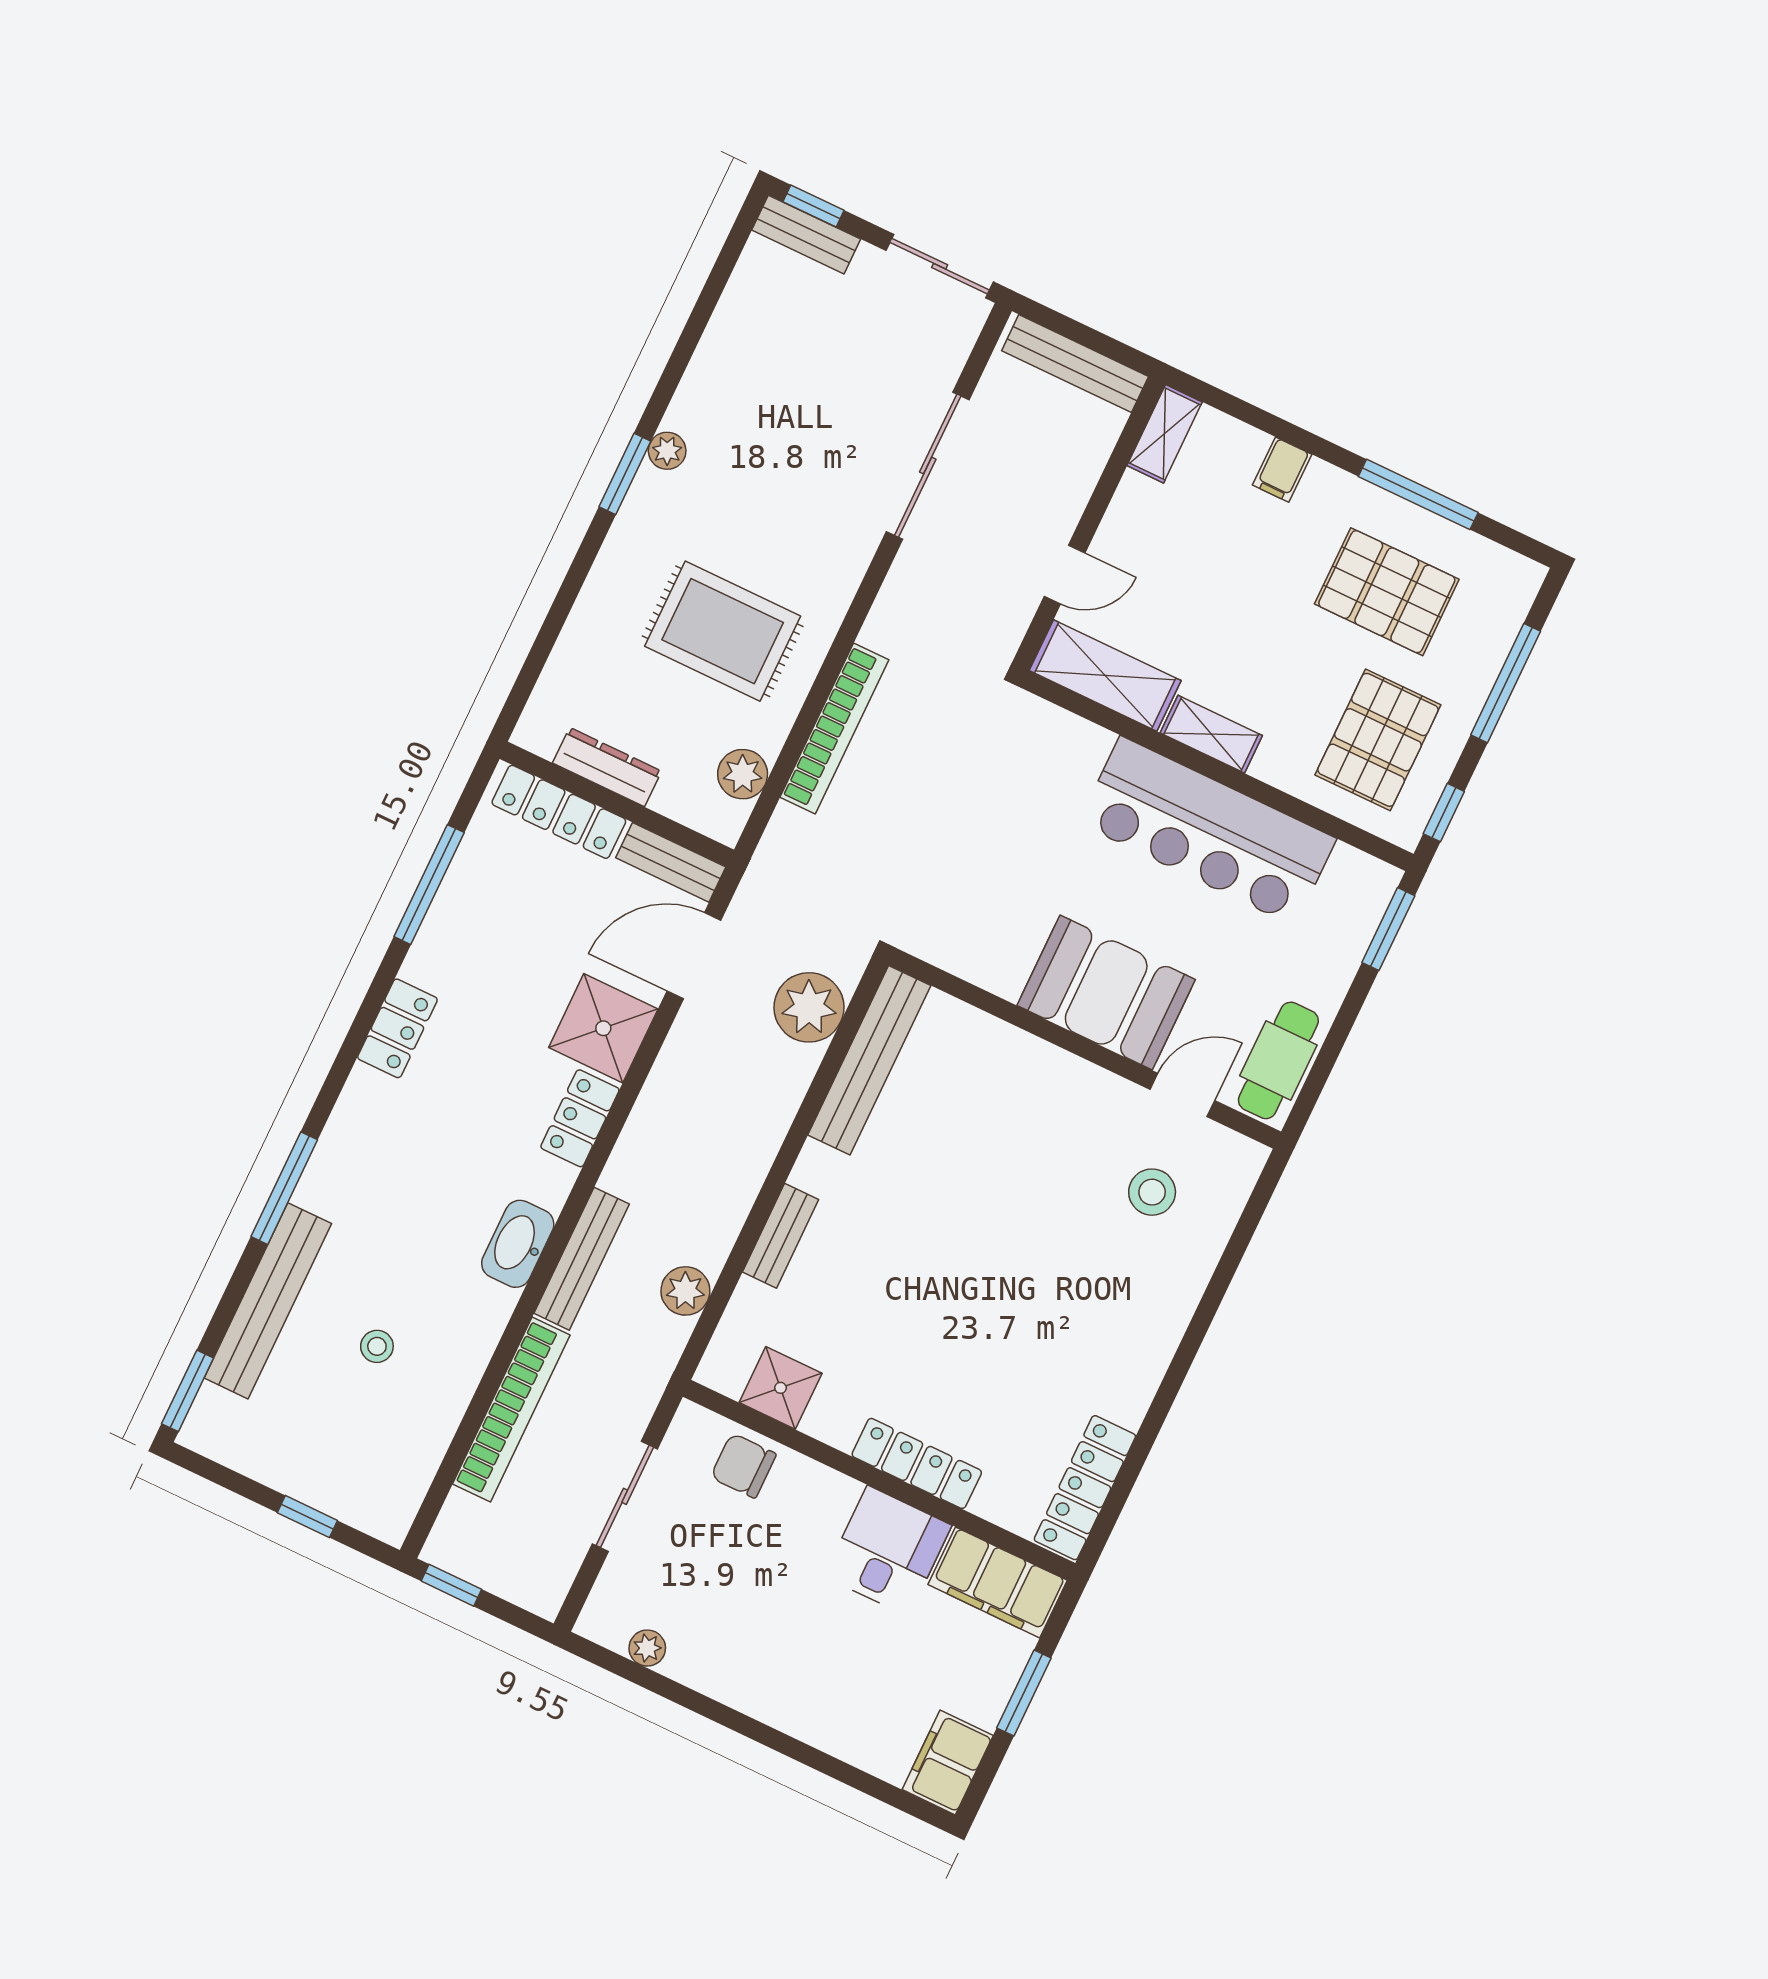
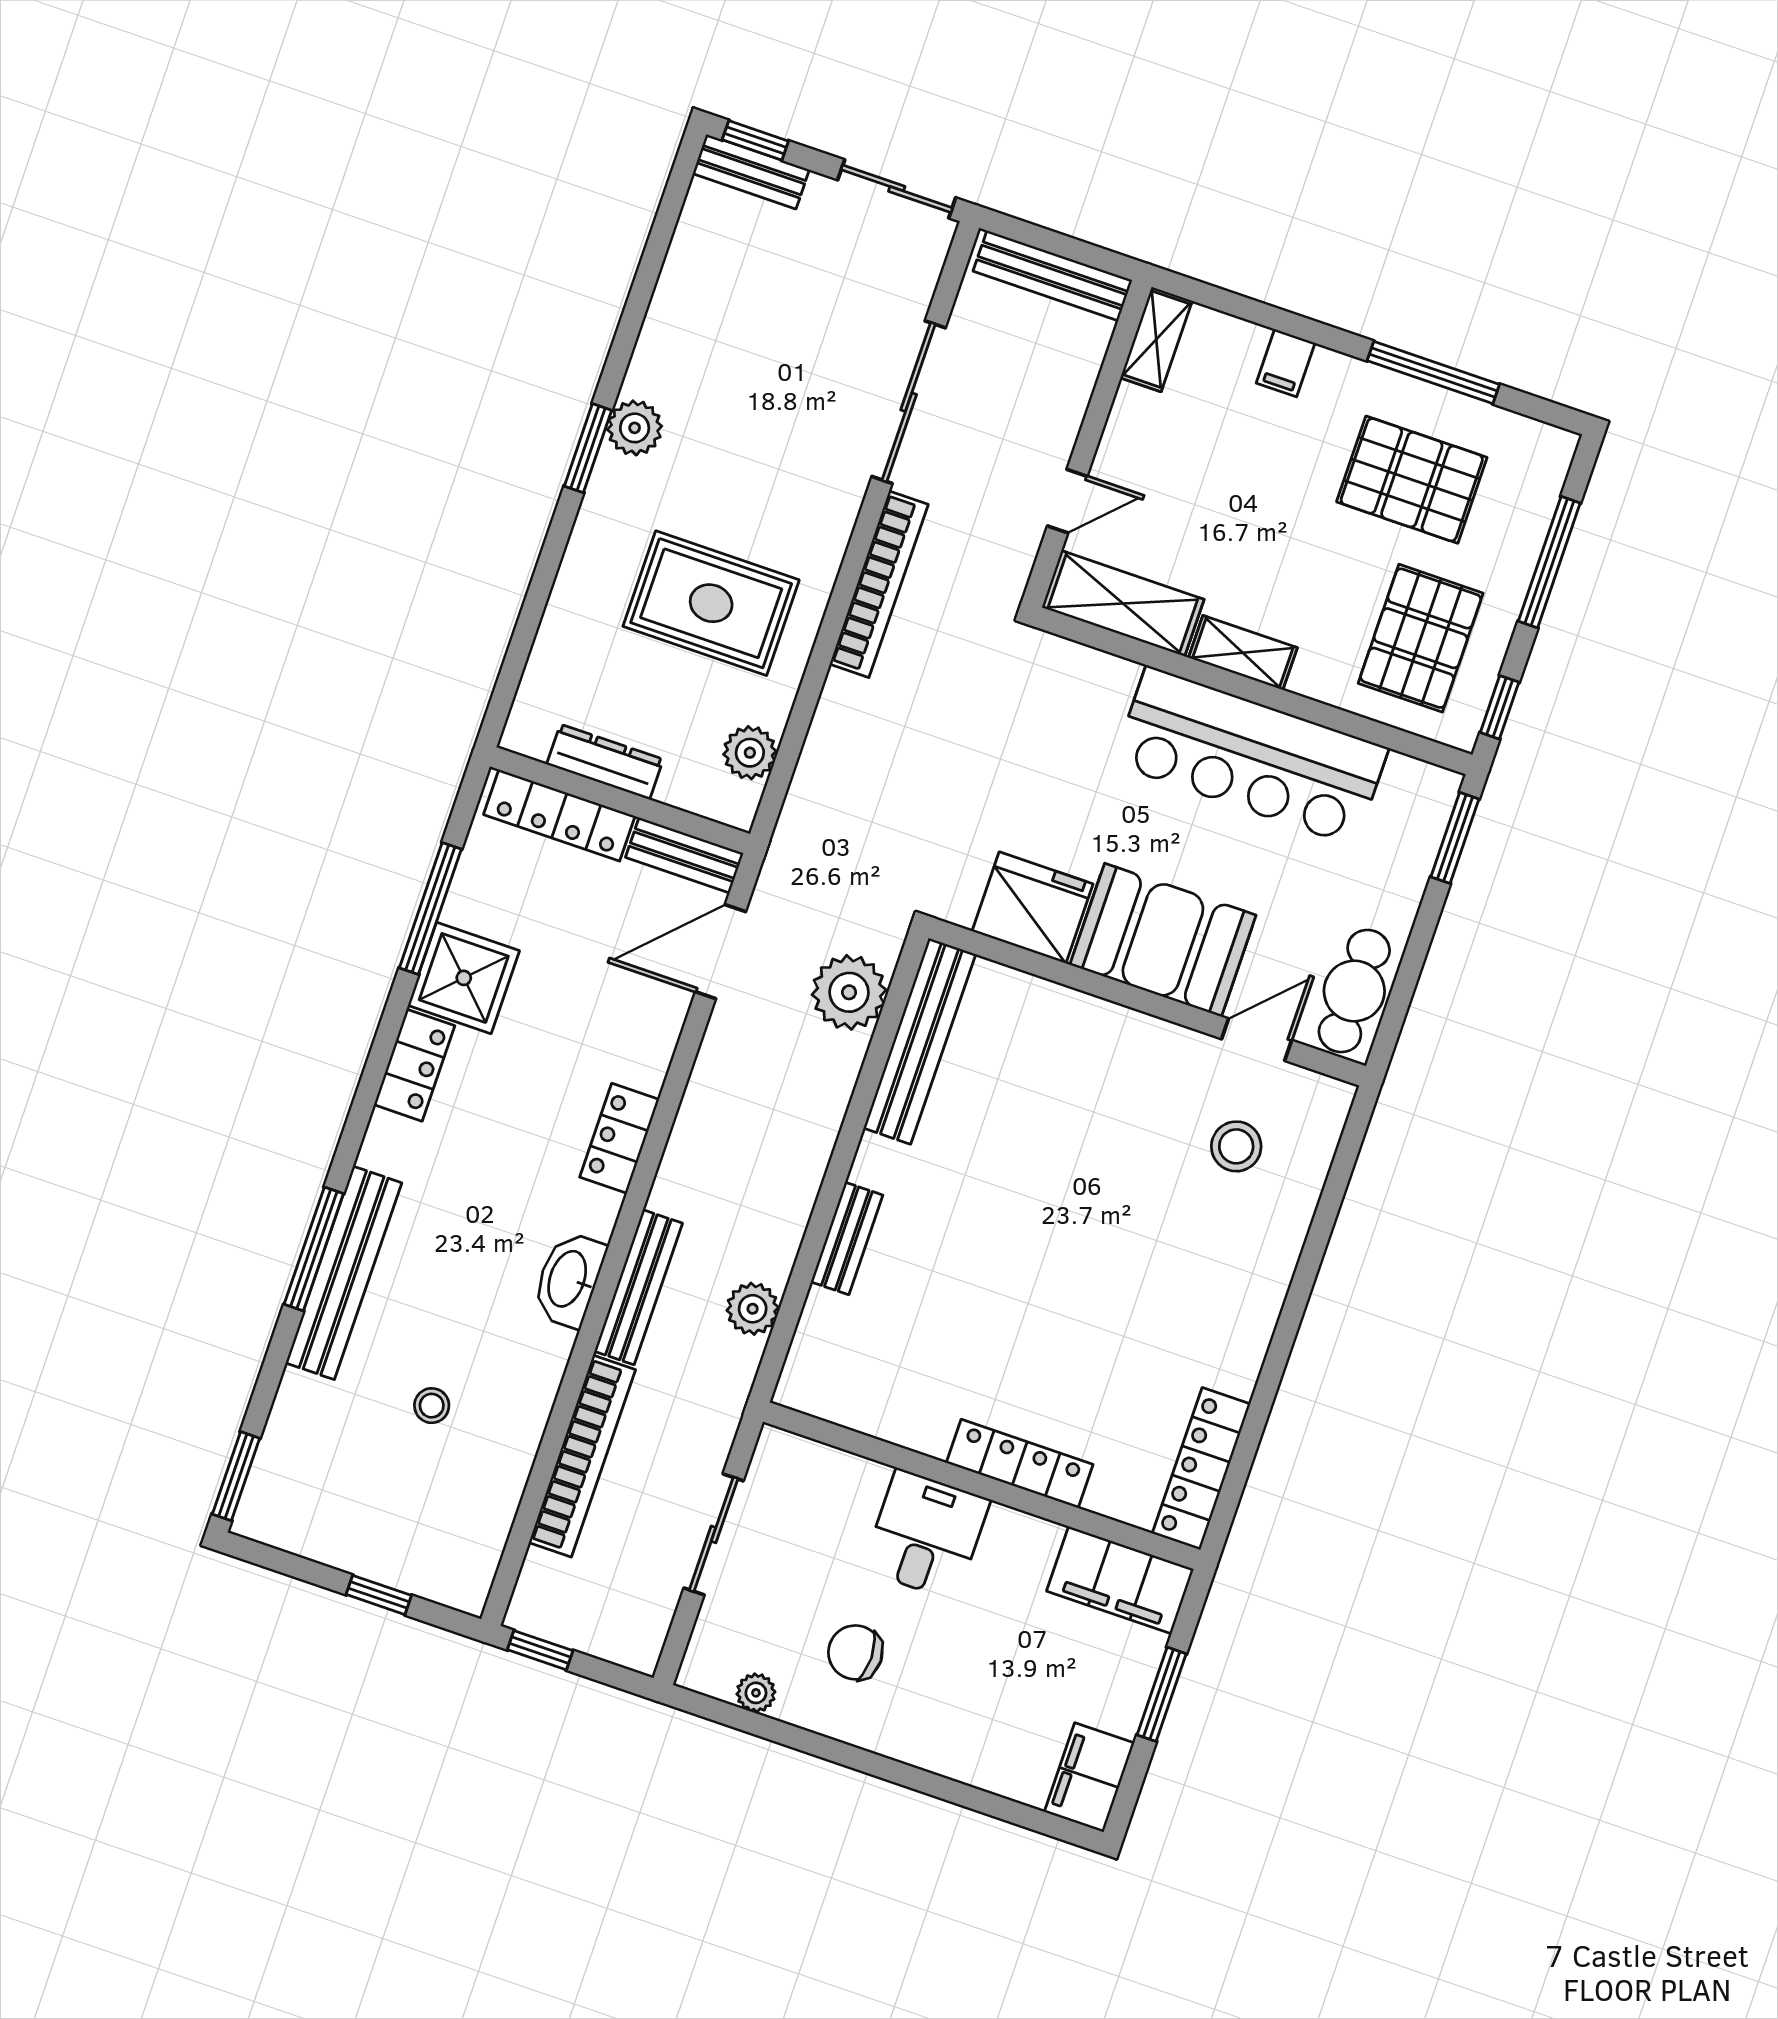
plant: (667, 451) -> (635, 428), width x1.38, depth x1.38
bookcase: (834, 729) -> (879, 584), moved
fridge: (988, 948) -> (1033, 908), added
shower: (603, 1028) -> (464, 978), moved
bench: (268, 1301) -> (344, 1273), moved
shower: (781, 1388) -> (866, 1400), removed
chair: (743, 1466) -> (855, 1652), moved
desk: (888, 1551) -> (926, 1535), moved

